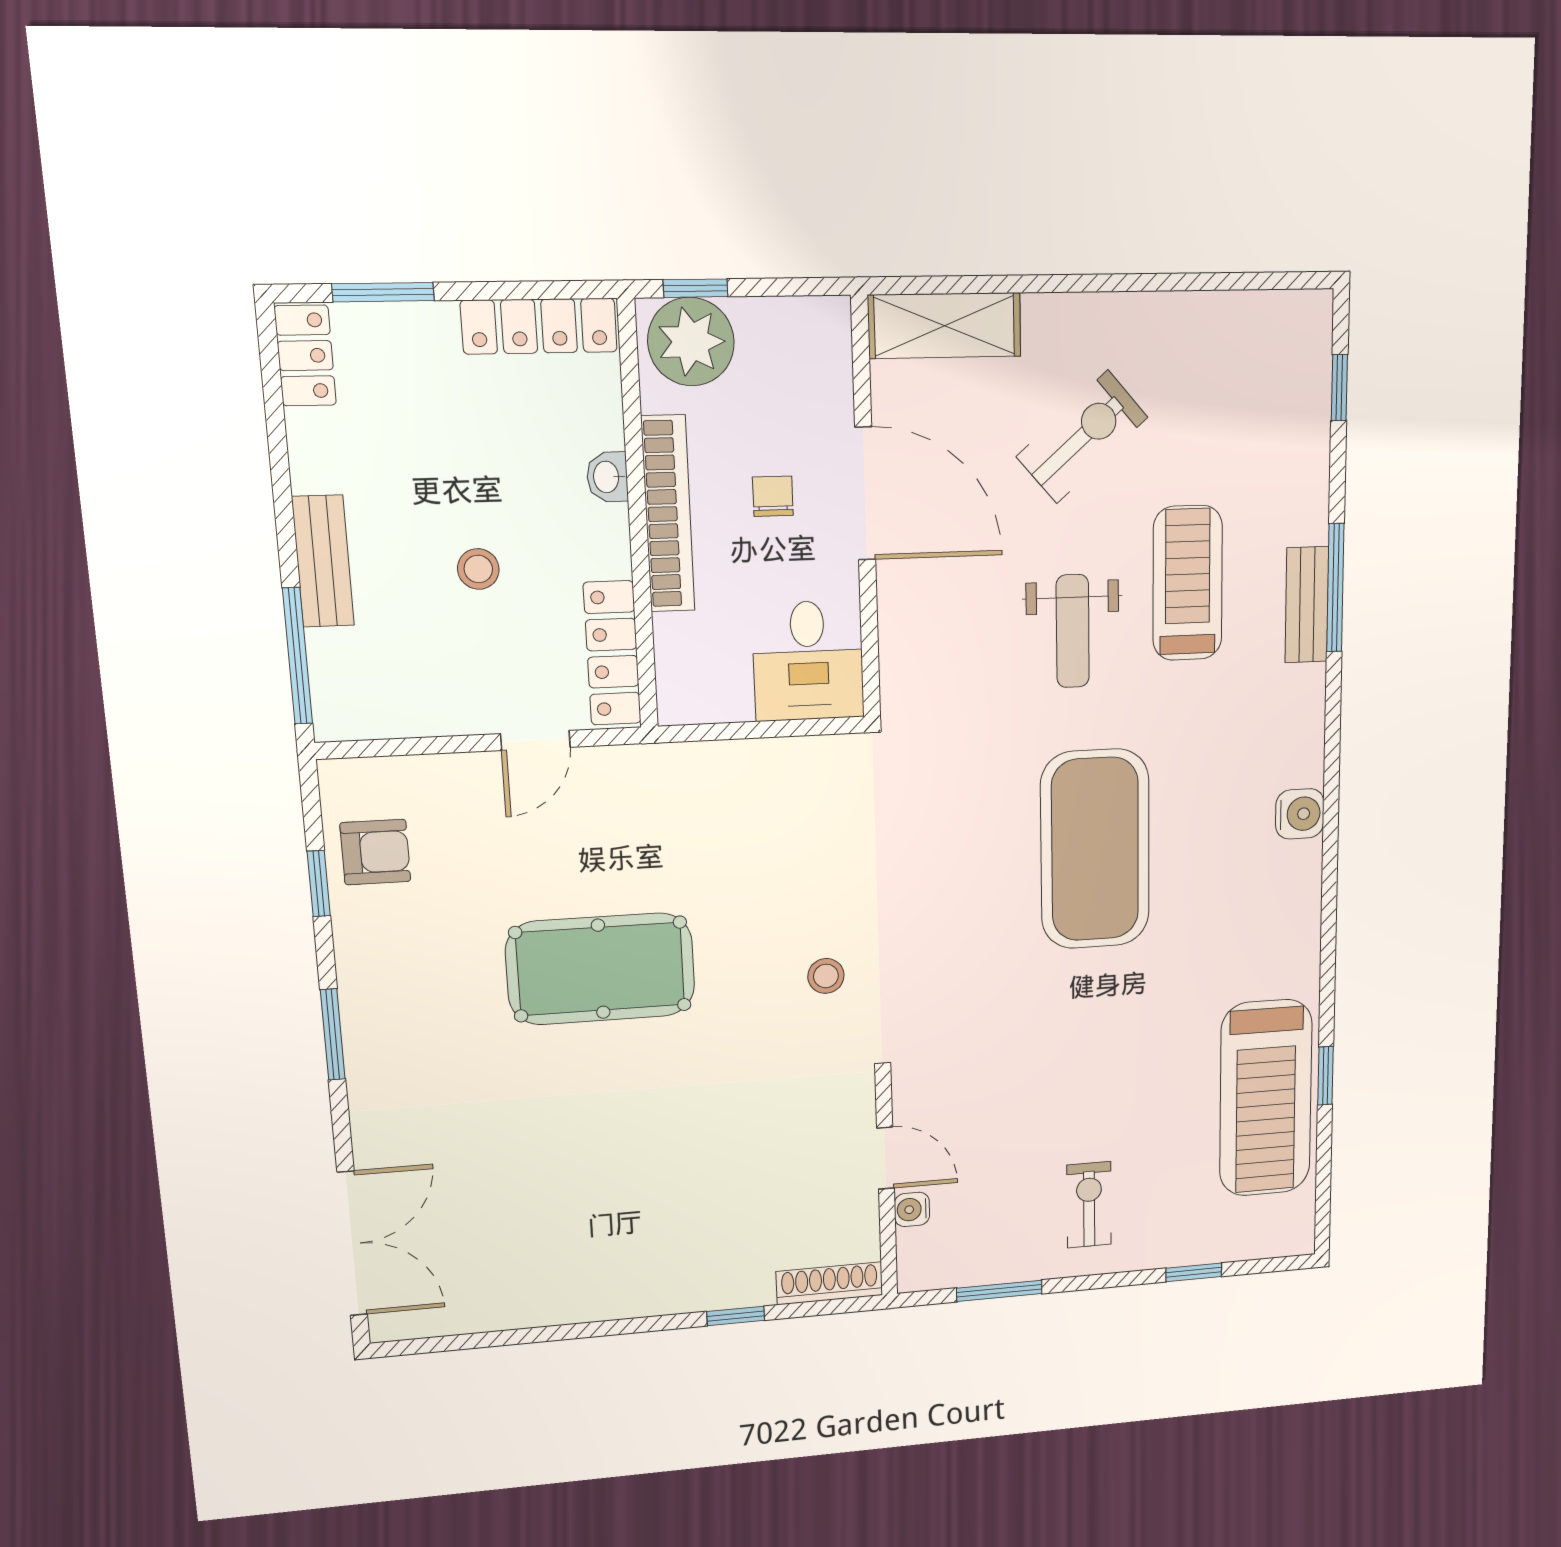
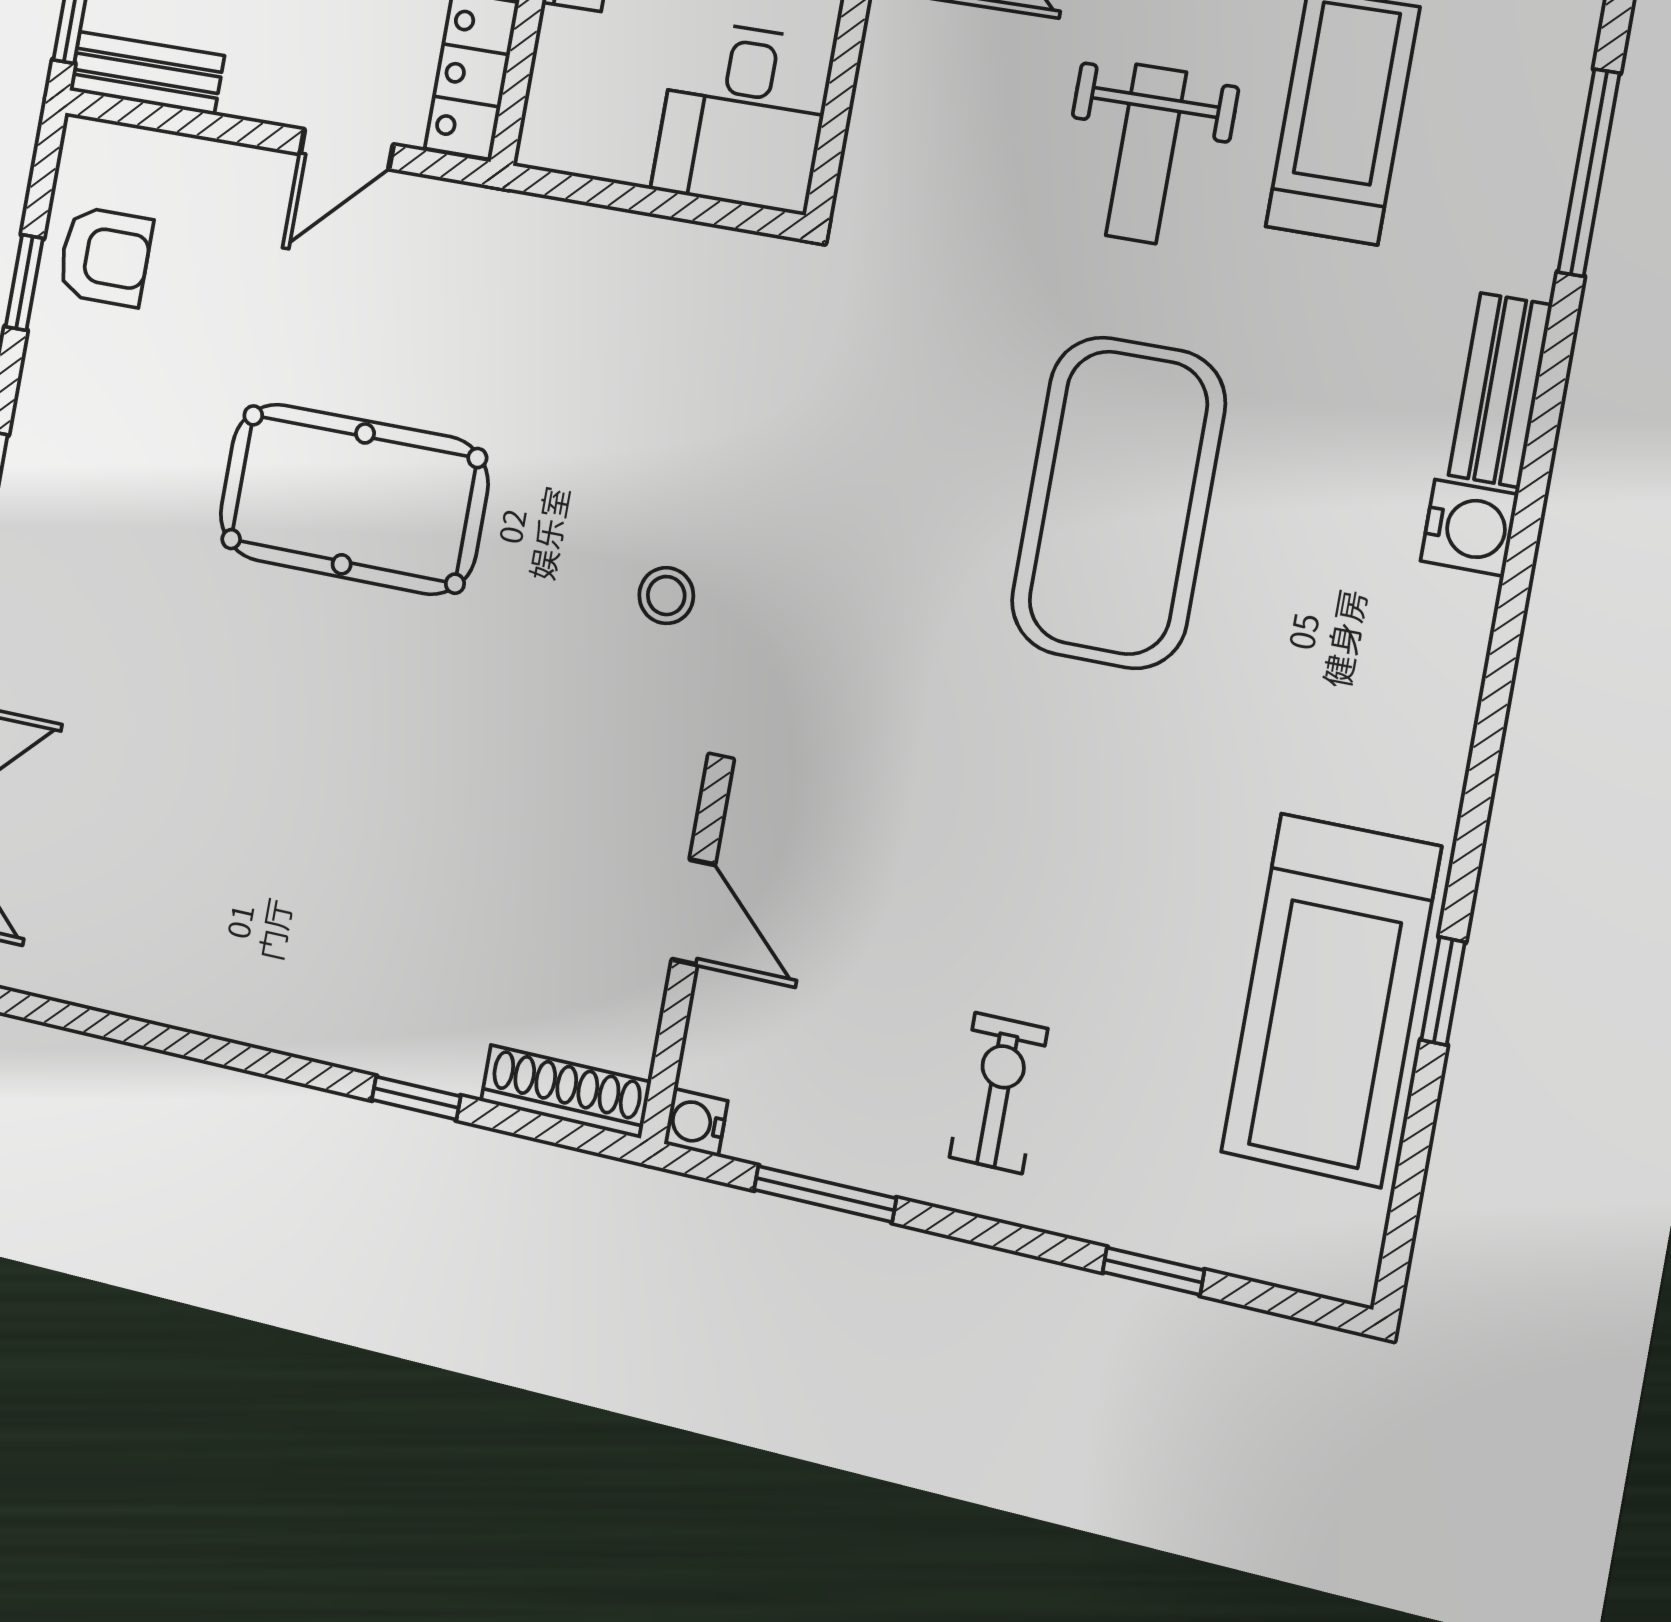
bench: (1307, 605) -> (1500, 390), moved
bench: (371, 719) -> (147, 73), added
water cooler: (912, 1209) -> (696, 1122), moved

